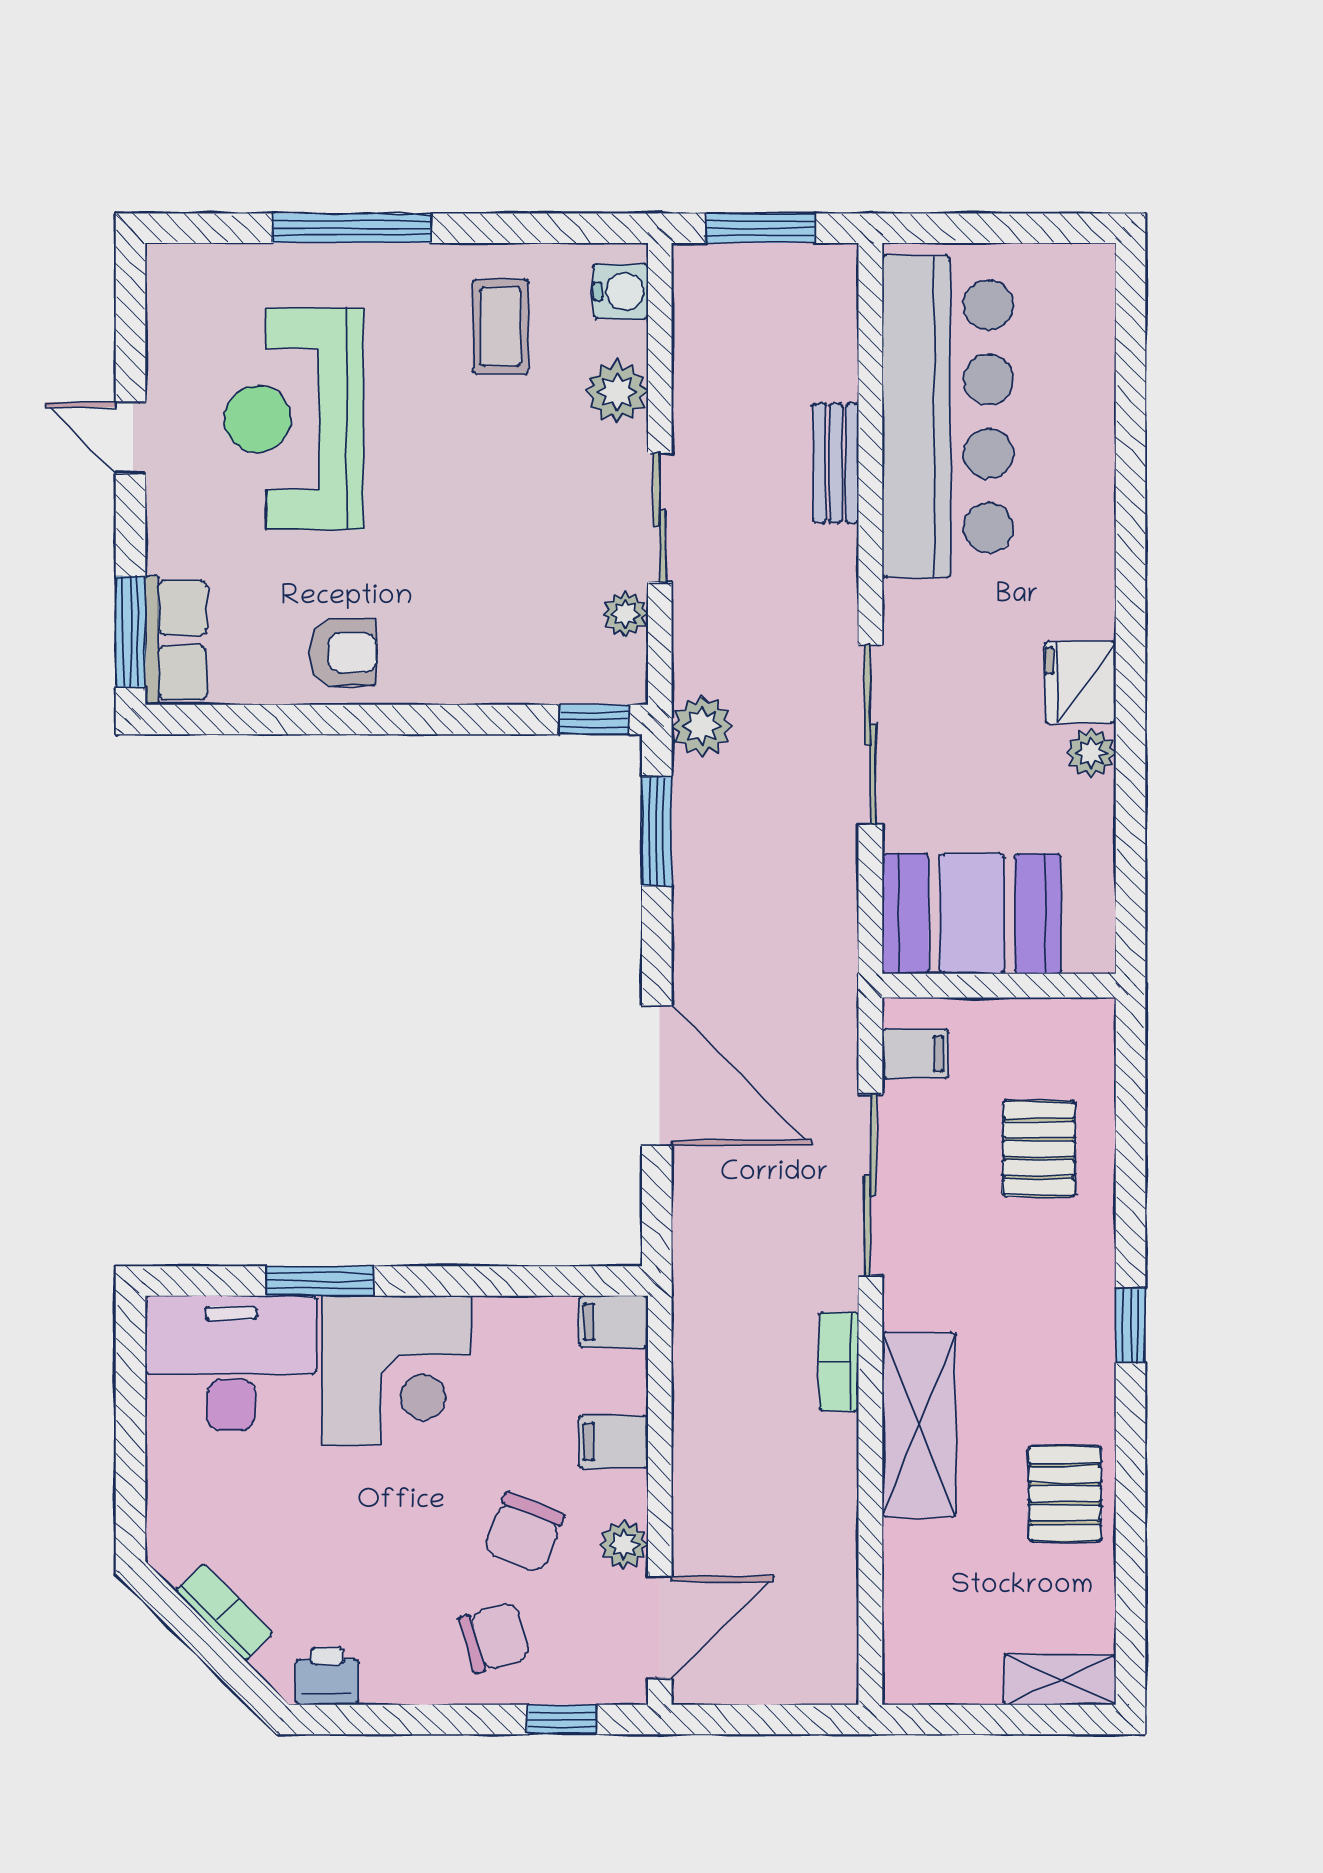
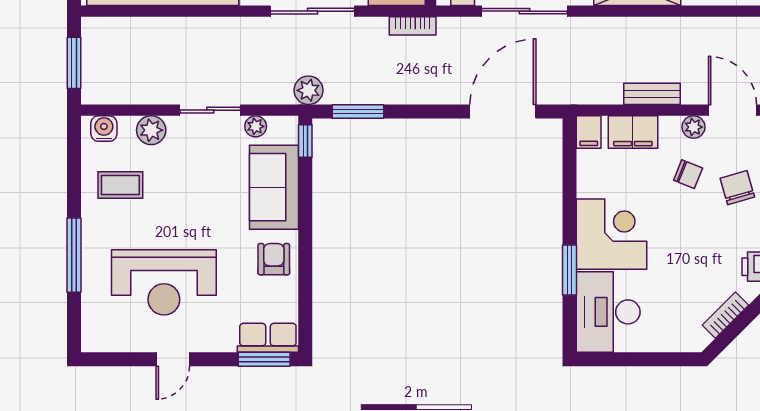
bench: (836, 463) -> (652, 94), moved
sofa: (496, 653) -> (274, 187), added
door: (657, 1076) -> (503, 112), moved
bookcase: (839, 1362) -> (413, 26), moved
filing cabinet: (613, 1442) -> (633, 132), width x2.00
chair: (524, 1533) -> (688, 174), width x0.73, depth x0.73

